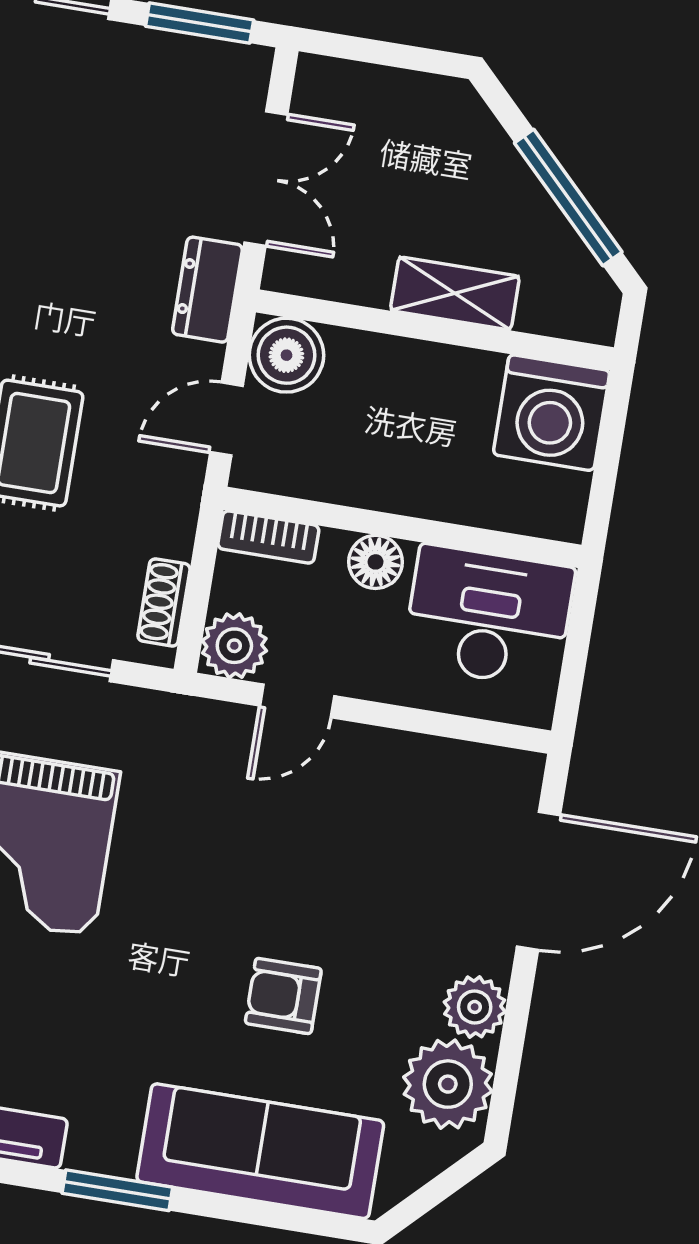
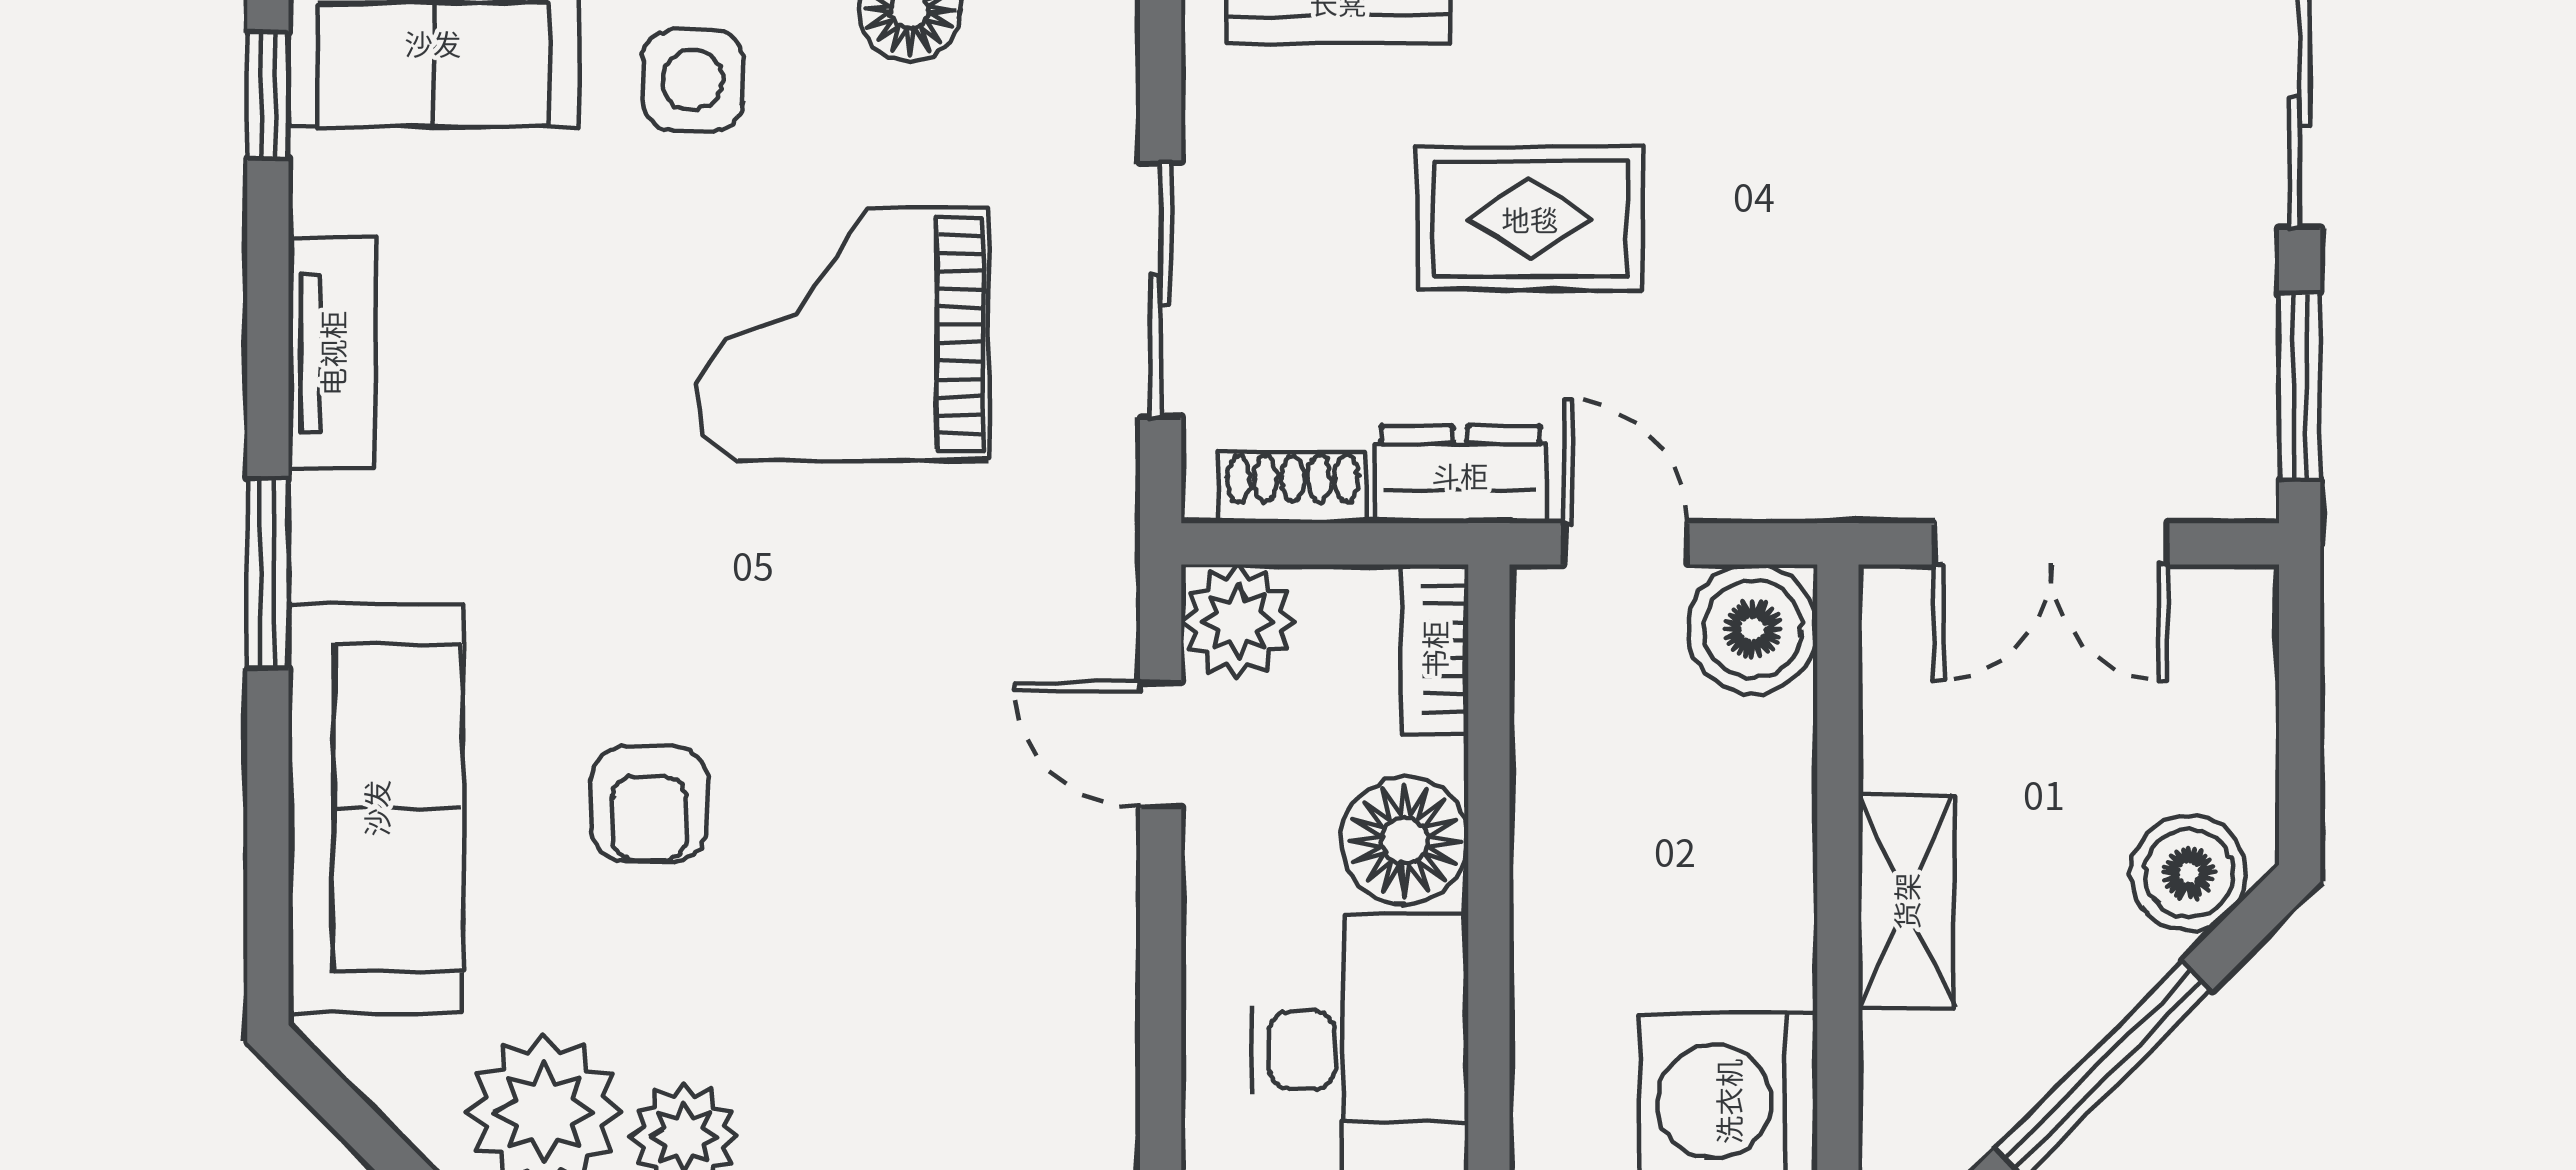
boiler: (465, 131) -> (2189, 873), added
dresser: (207, 290) -> (1460, 475), moved
floor lamp: (376, 562) -> (1405, 841), width x1.38, depth x1.38
armchair: (283, 996) -> (649, 804), turned 180

